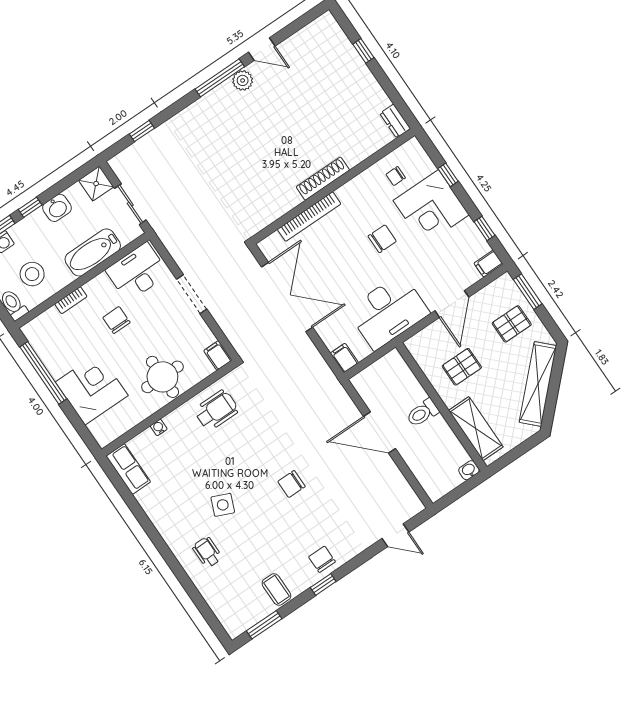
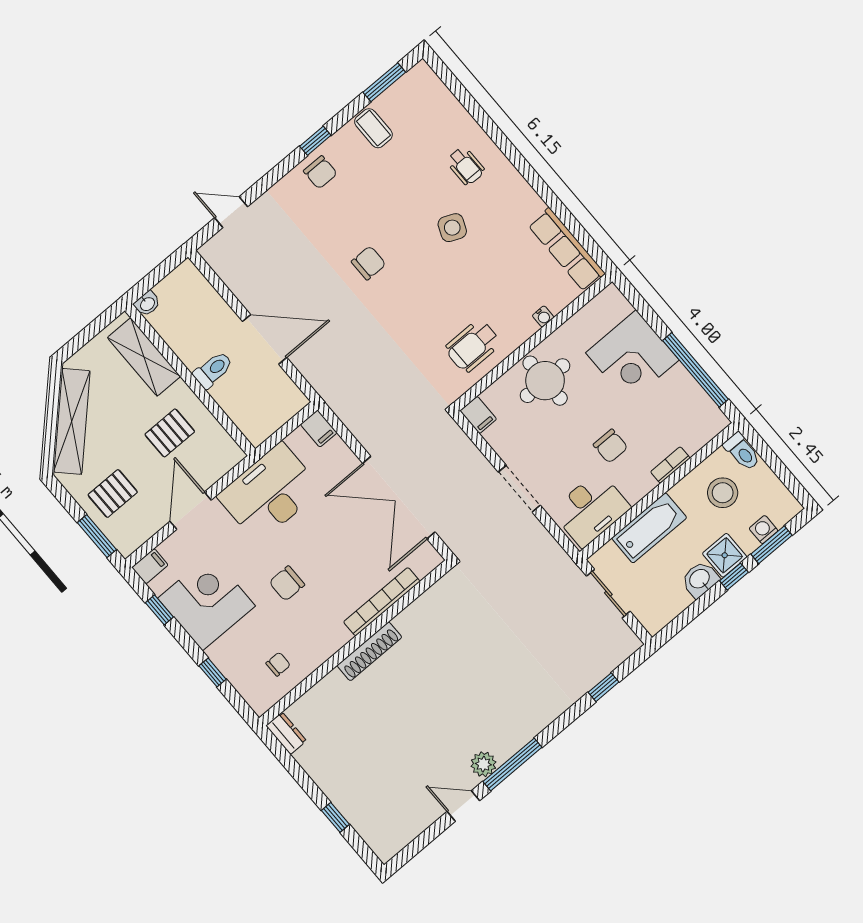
shower: (96, 184) -> (725, 555), moved
corner desk: (431, 208) -> (207, 602), moved
row of seats: (128, 469) -> (567, 249), width x1.48

